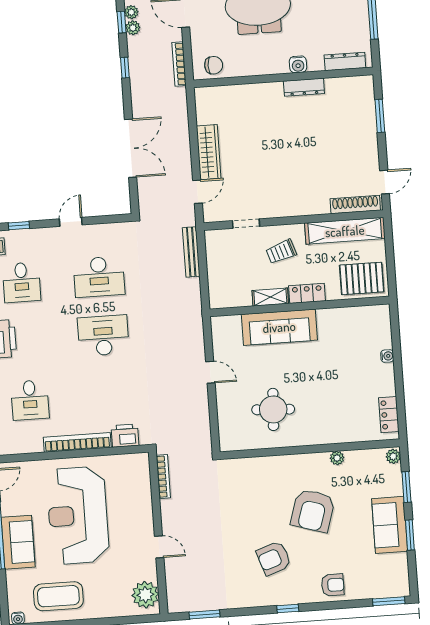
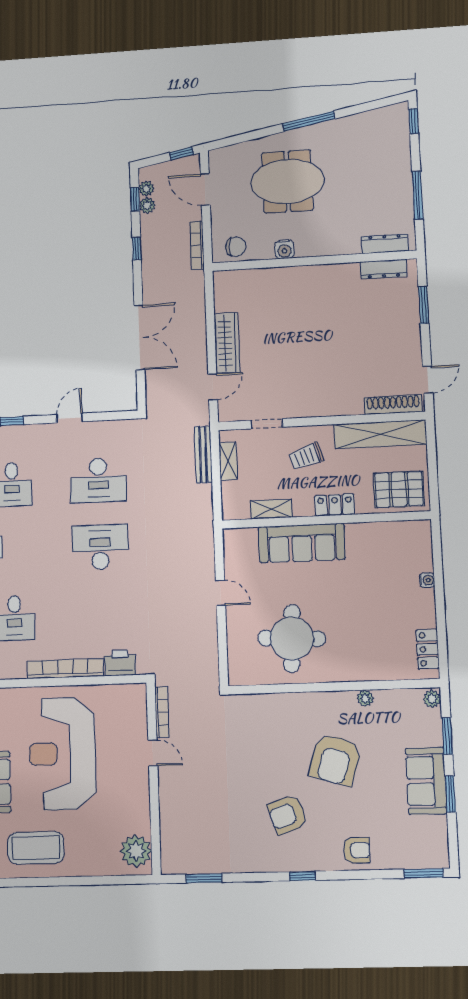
water cooler: (298, 64) -> (284, 250), moved
dresser: (304, 87) -> (384, 269), moved
shelving: (213, 257) -> (228, 461), added
shelving: (270, 297) -> (271, 509), moved
round table: (273, 409) -> (292, 638), width x1.36, depth x1.36
door: (159, 547) -> (153, 753), moved

